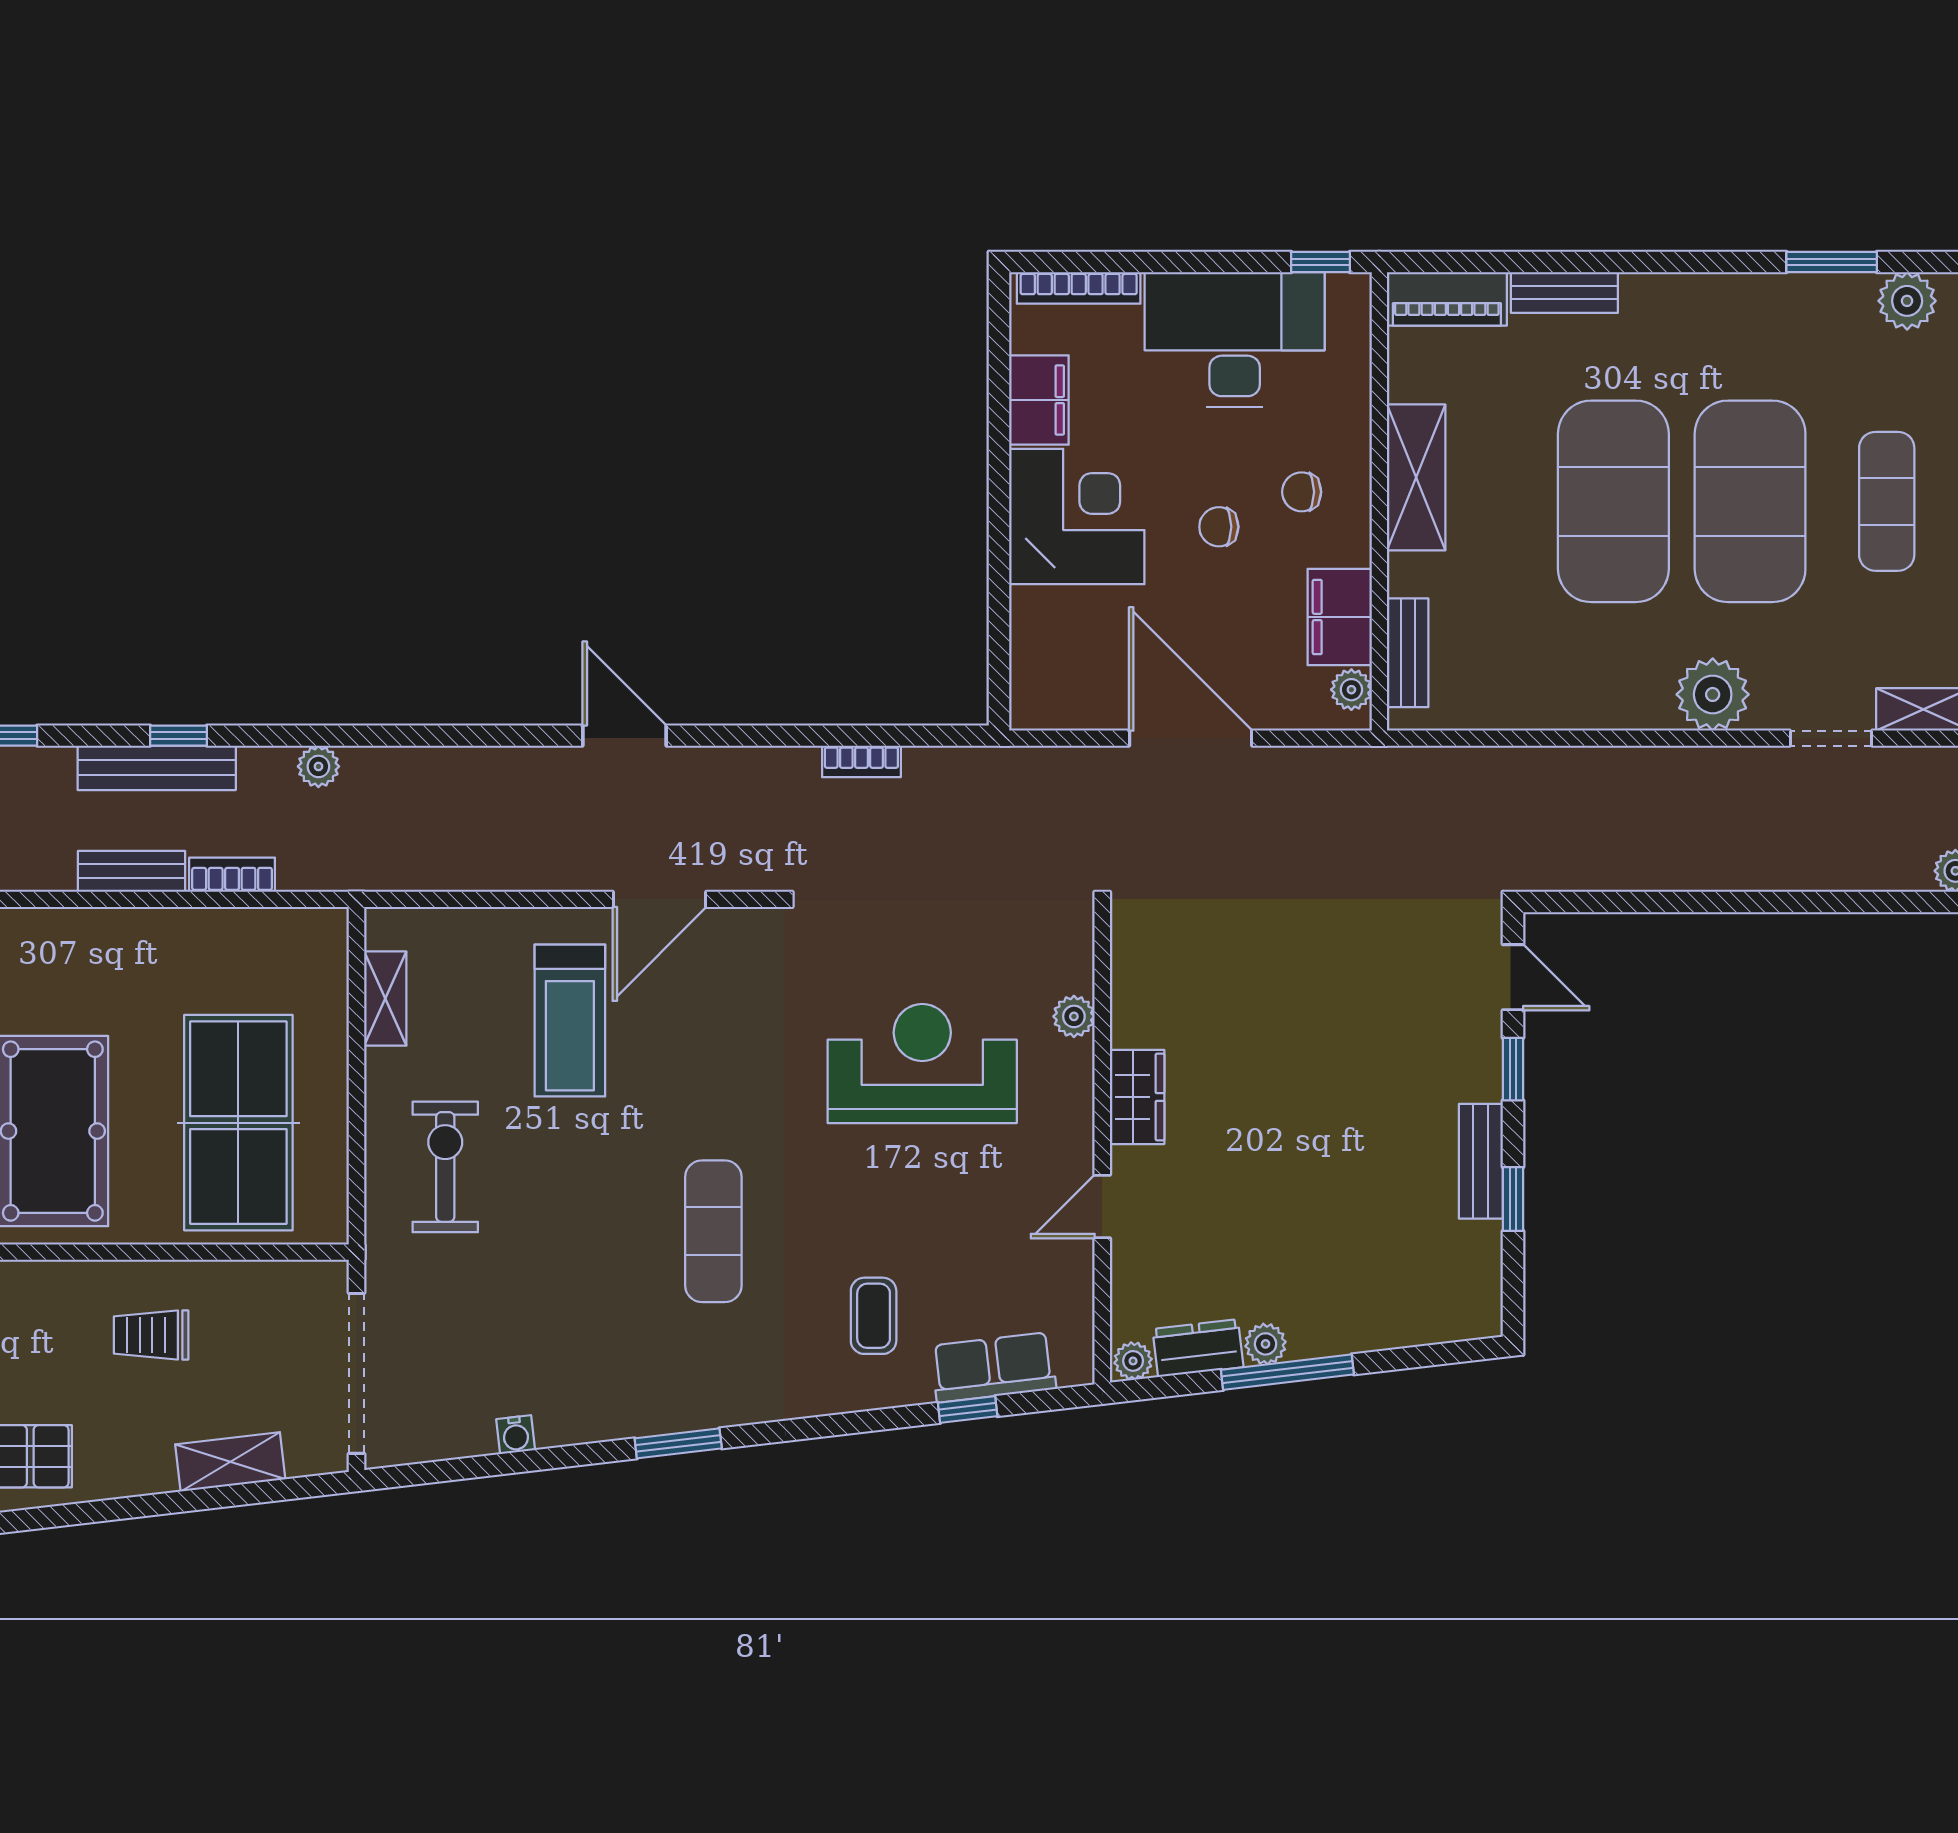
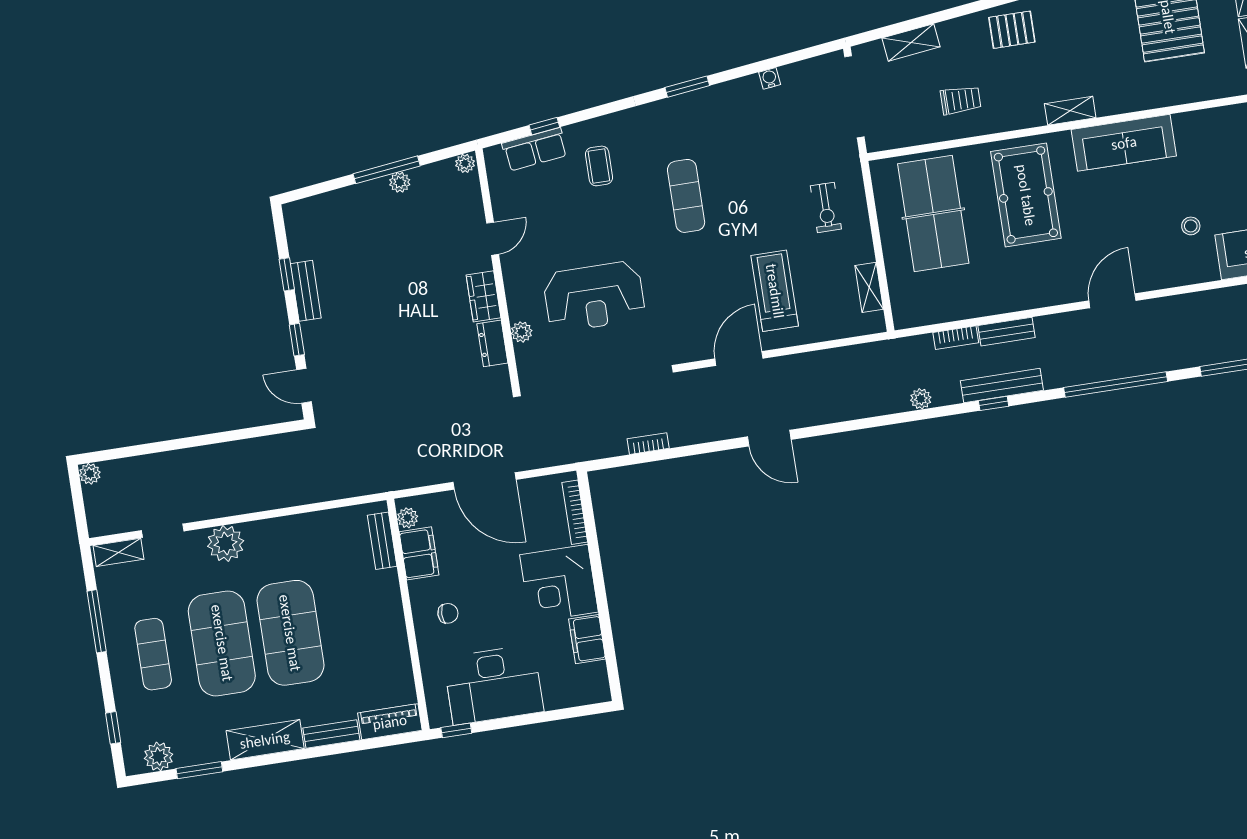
bookcase: (1079, 288) -> (575, 512), moved, turned -90
shelving: (1416, 477) -> (265, 740), moved, turned 90
chair: (1219, 527) -> (487, 589), removed
exercise bike: (445, 1167) -> (826, 207), width x0.73, depth x0.72
dresser: (1198, 1348) -> (492, 343), moved, turned 97

